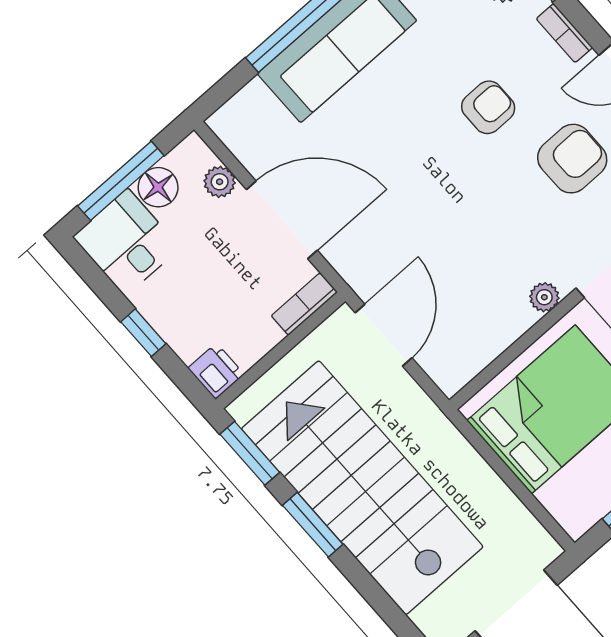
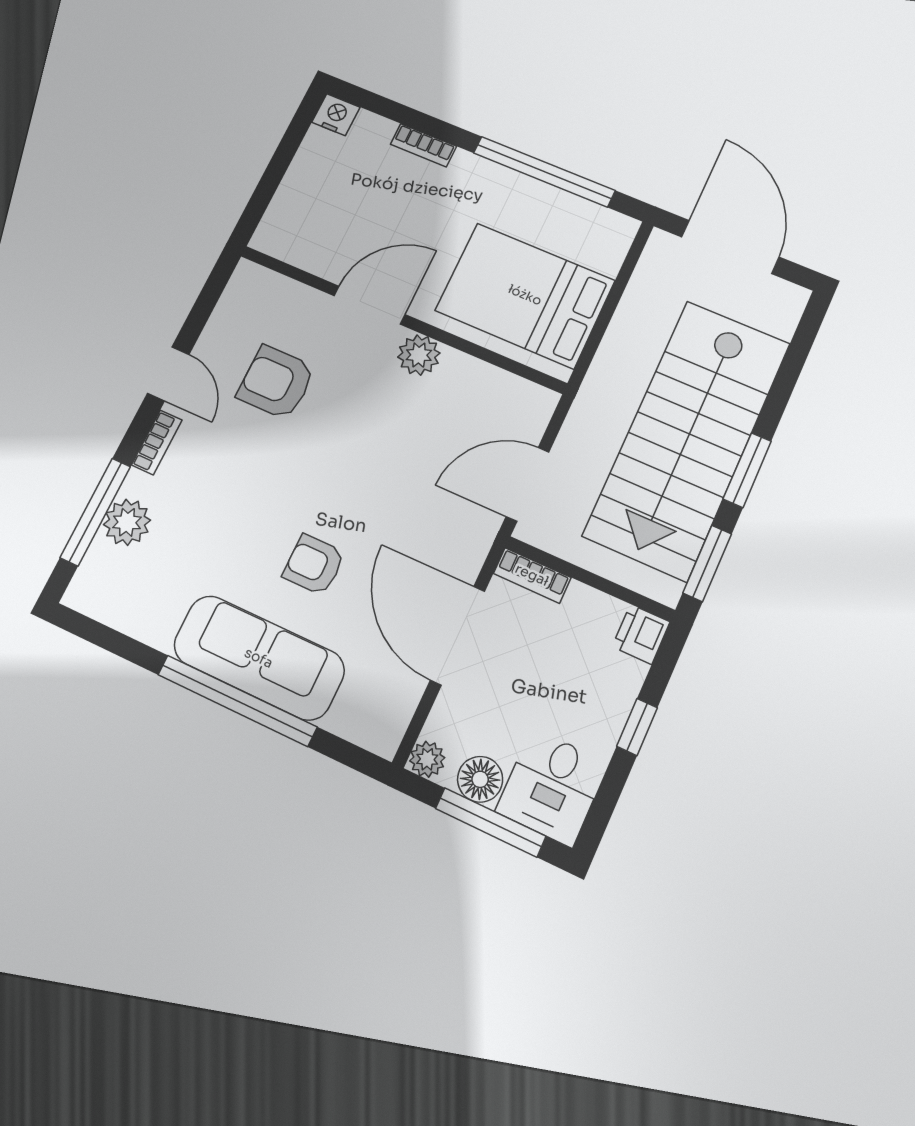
armchair: (488, 107) -> (314, 565), moved
plant: (220, 182) -> (427, 759), moved
plant: (544, 297) -> (419, 355), width x1.38, depth x1.38

